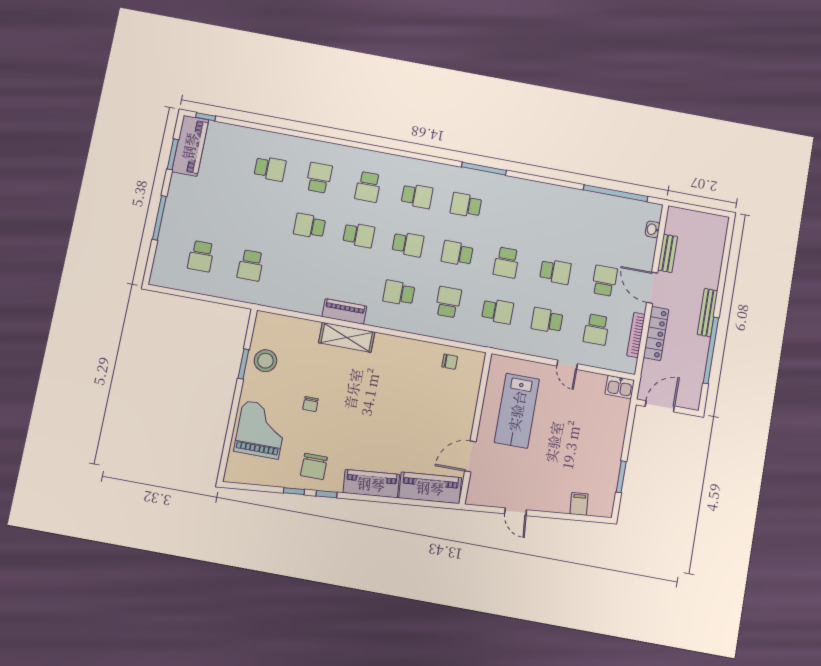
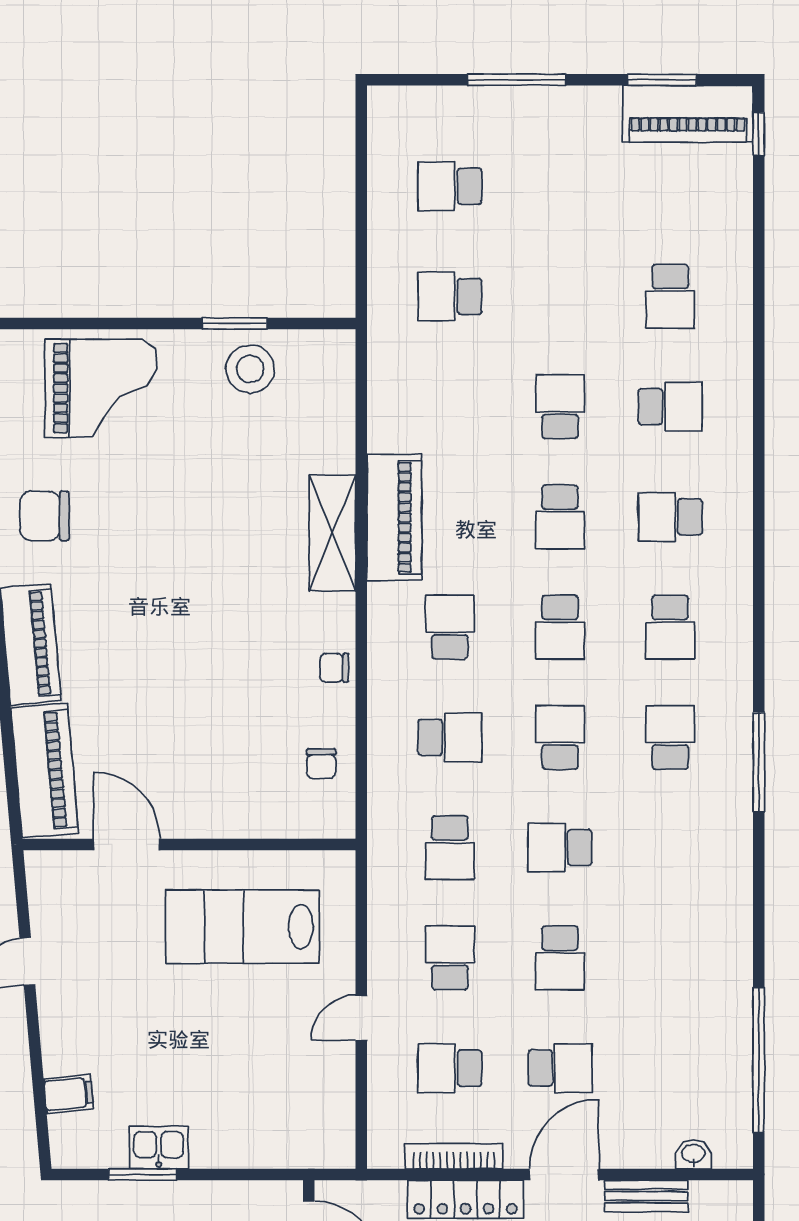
piano: (344, 311) -> (394, 517), width x1.37, depth x1.33
kitchen sink: (620, 387) -> (159, 1148), moved, turned 90
chair: (310, 404) -> (334, 668), moved

